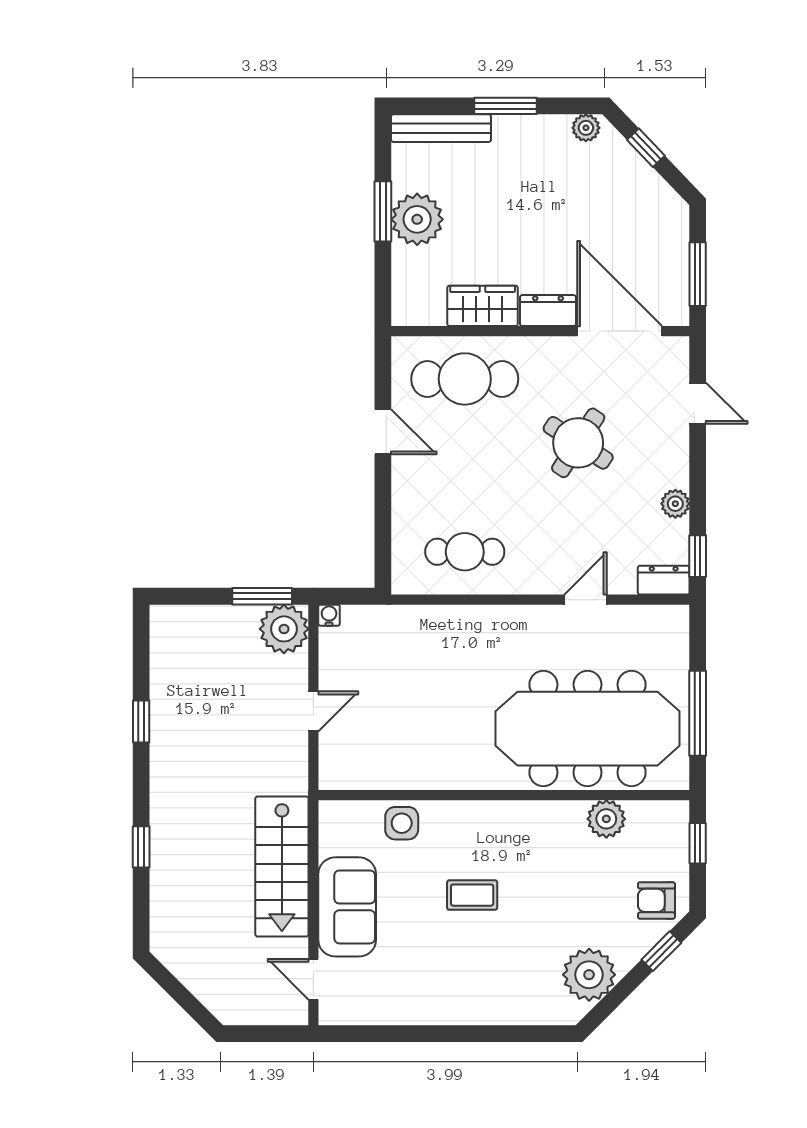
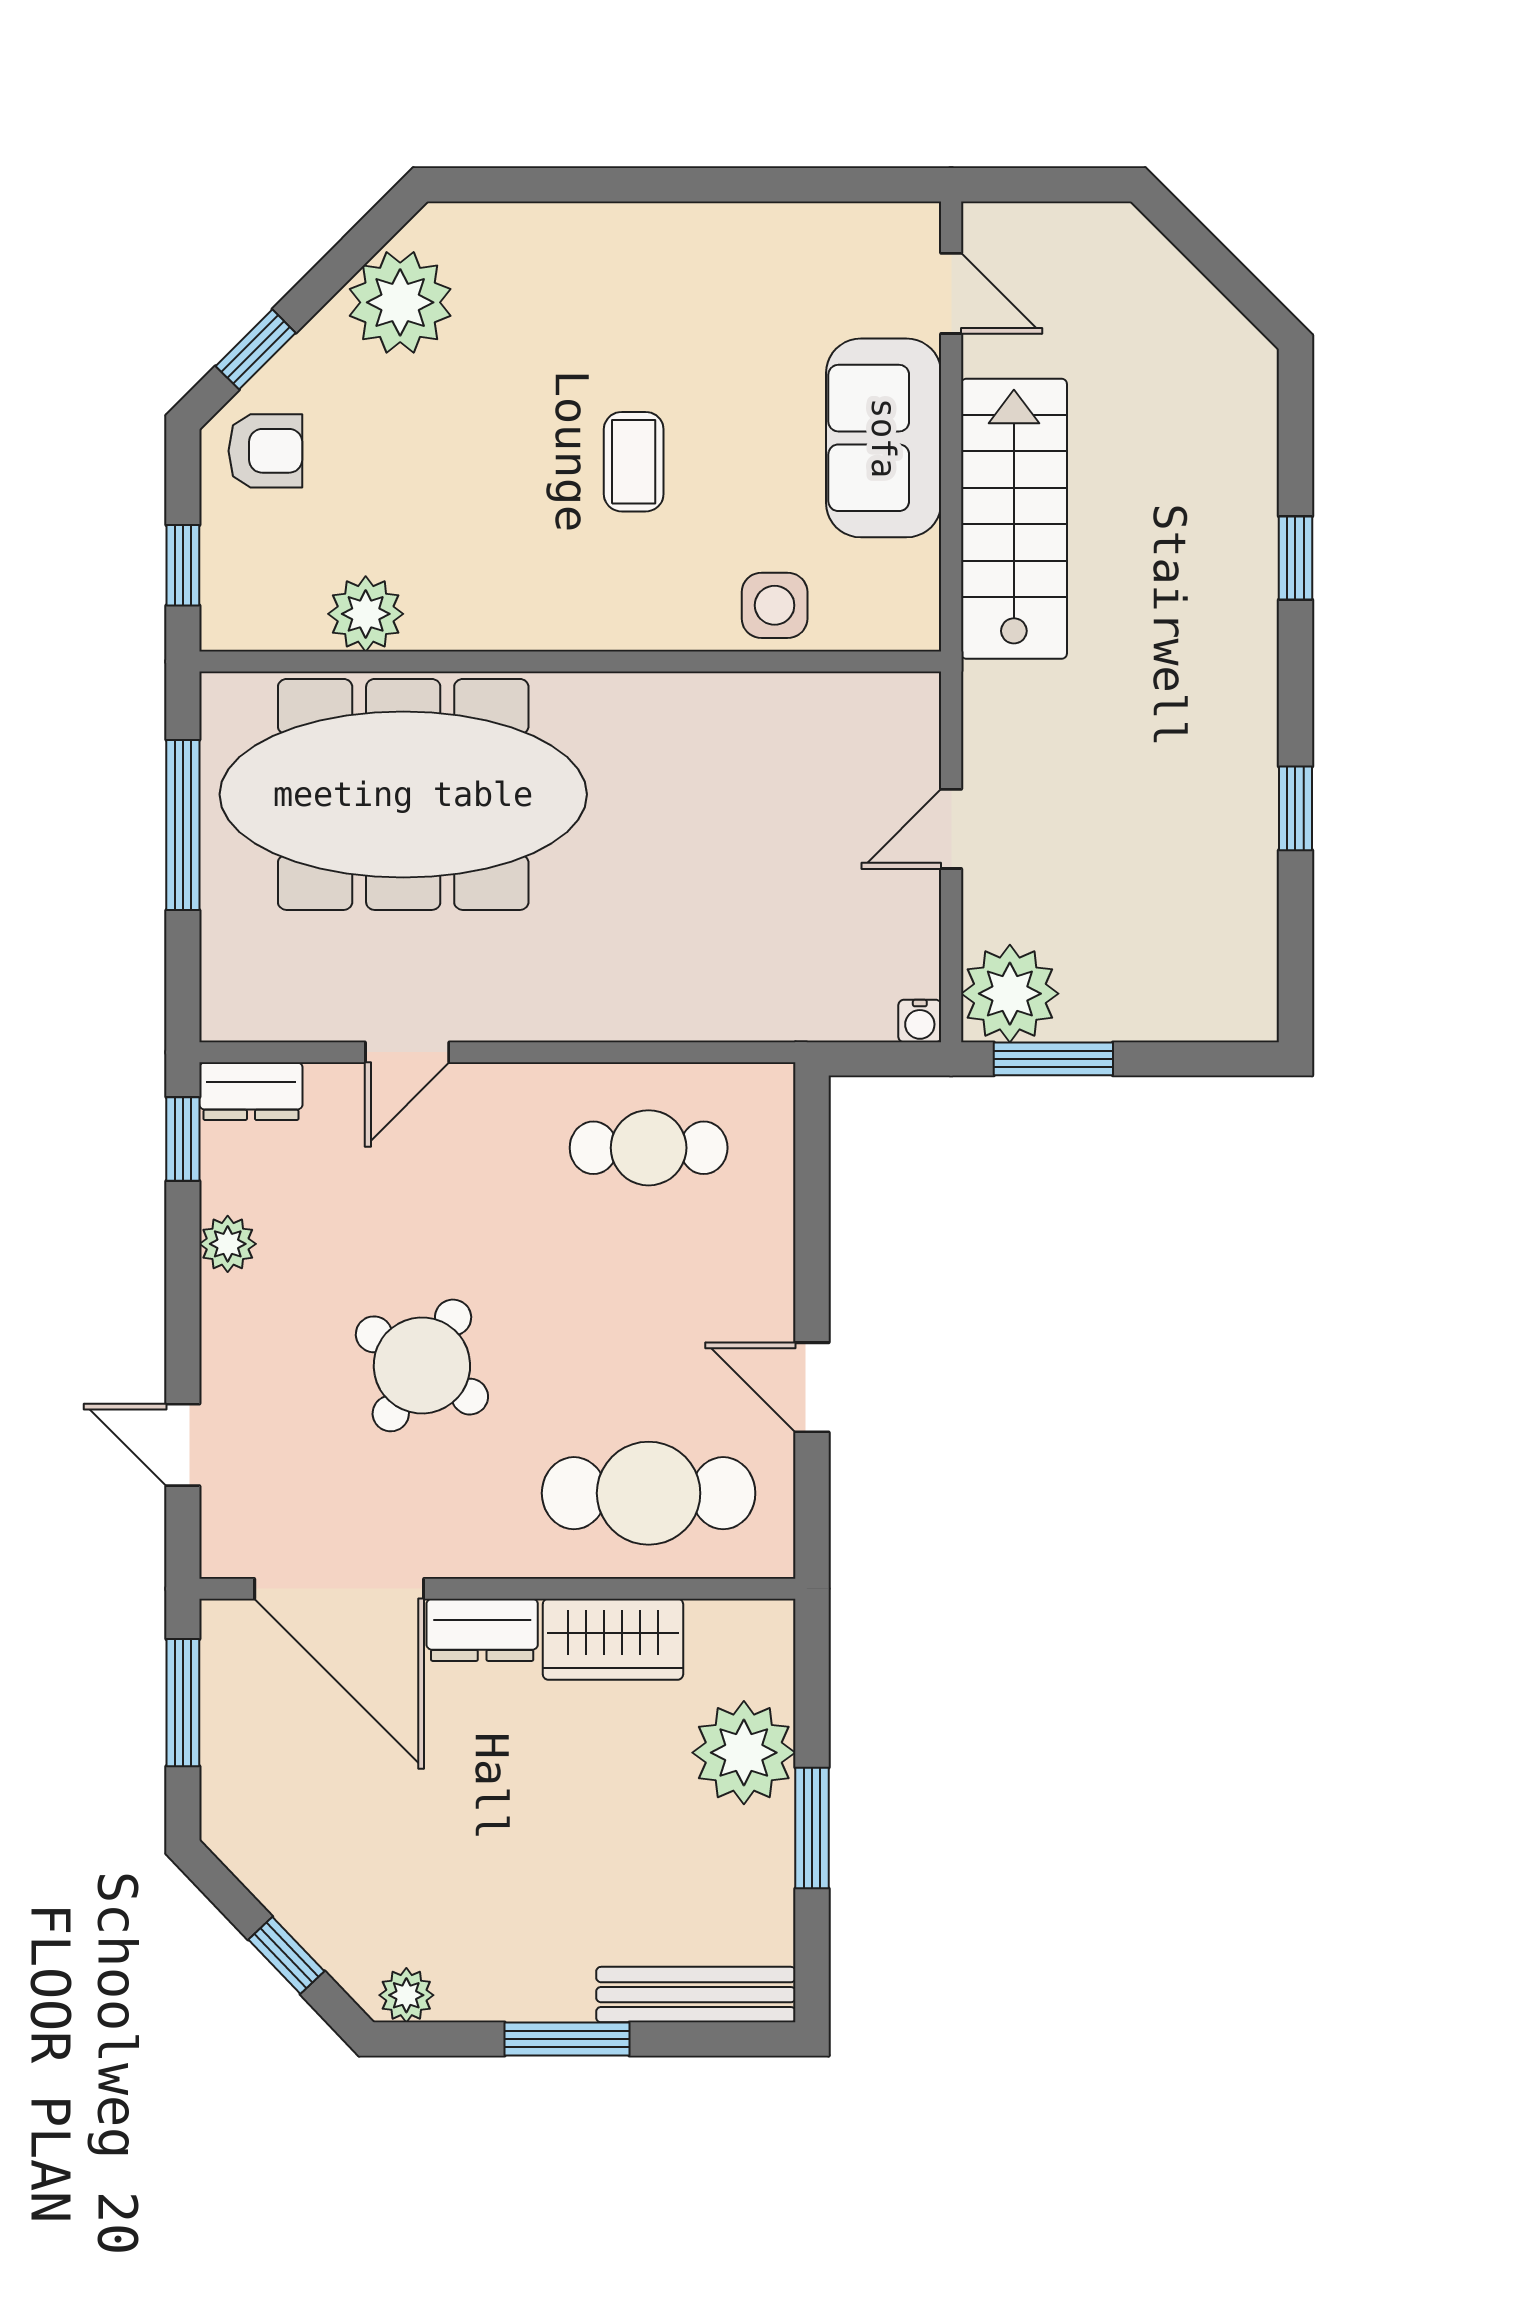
plant: (417, 219) -> (744, 1753), moved
coffee table: (472, 895) -> (634, 462), turned 90

